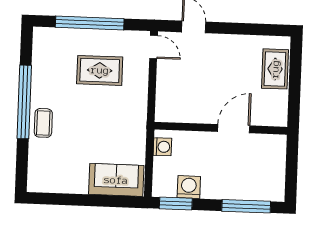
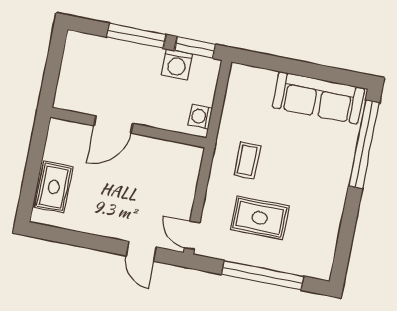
window: (24, 102) -> (364, 144), moved
coffee table: (43, 123) -> (247, 160), moved
sofa: (116, 180) -> (318, 98), moved, width x1.36
window: (246, 206) -> (136, 36), moved

